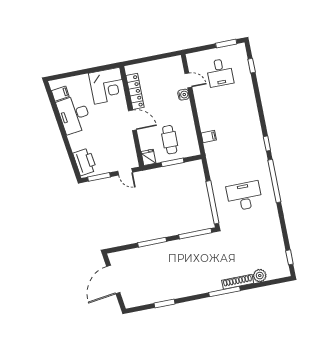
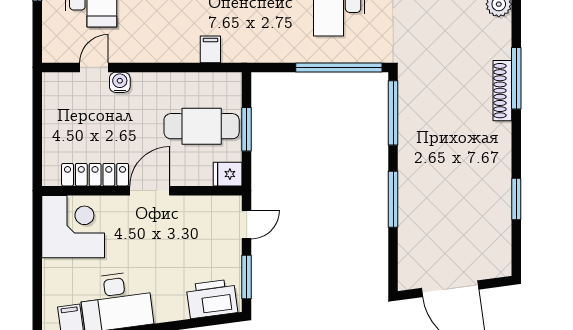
cafe table: (170, 140) -> (202, 126), width x1.37, depth x1.35
shoe rack: (238, 282) -> (502, 91), moved

